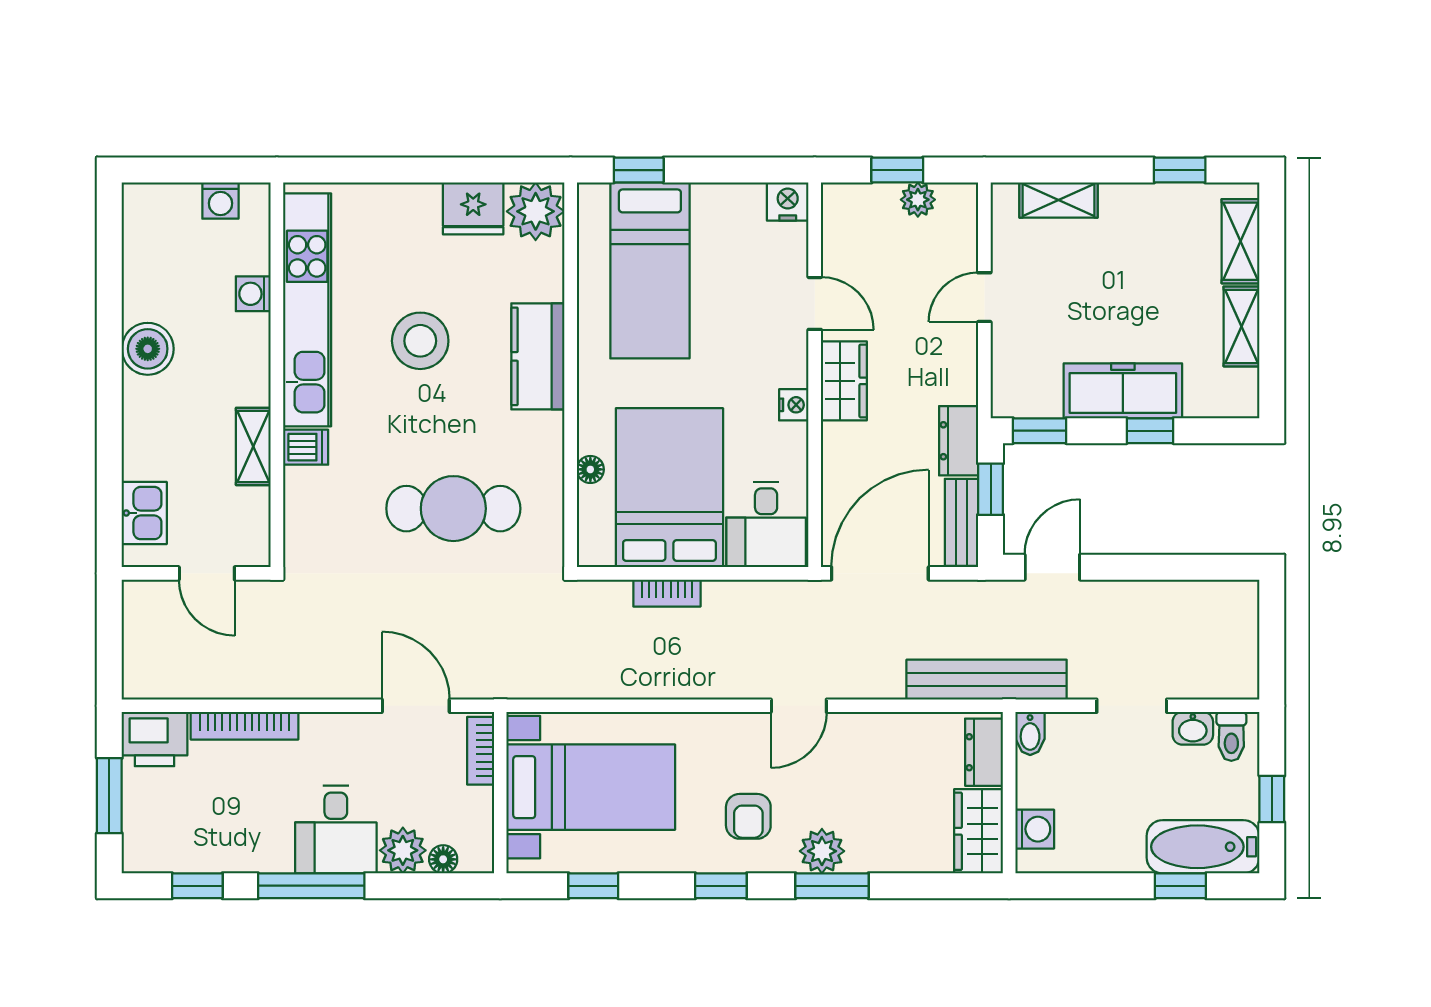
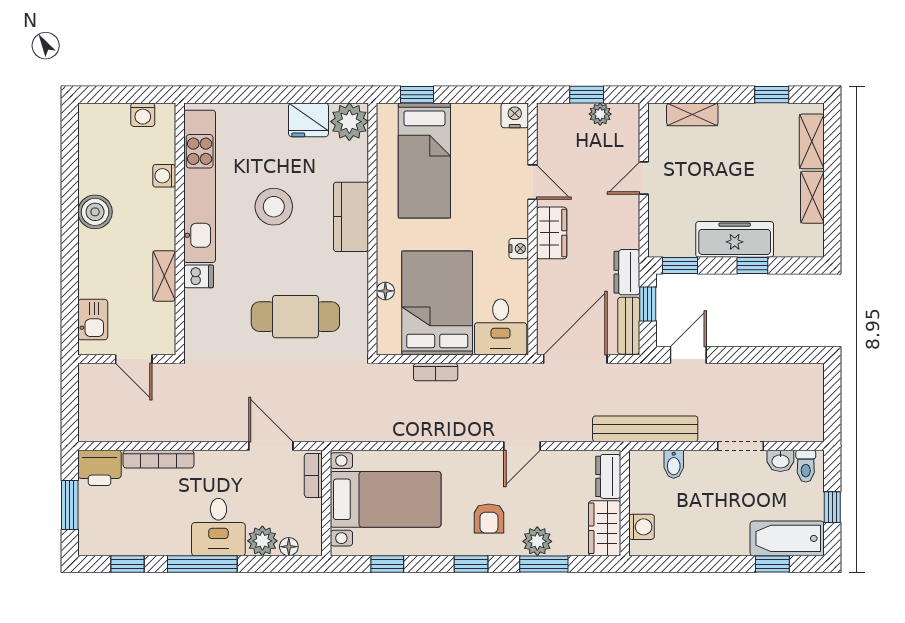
dresser: (984, 752) -> (608, 476), moved
wall: (1009, 793) -> (625, 503), moved
washing machine: (1035, 829) -> (642, 527), moved
wardrobe: (979, 831) -> (605, 528), moved

